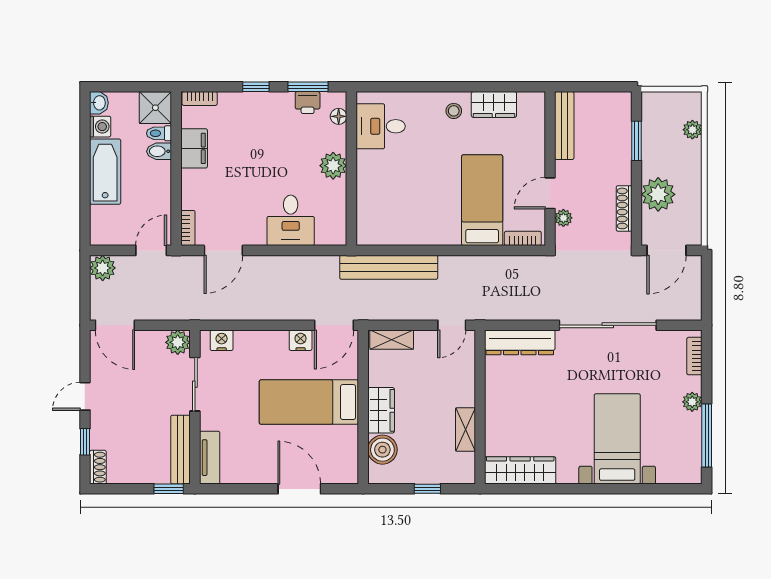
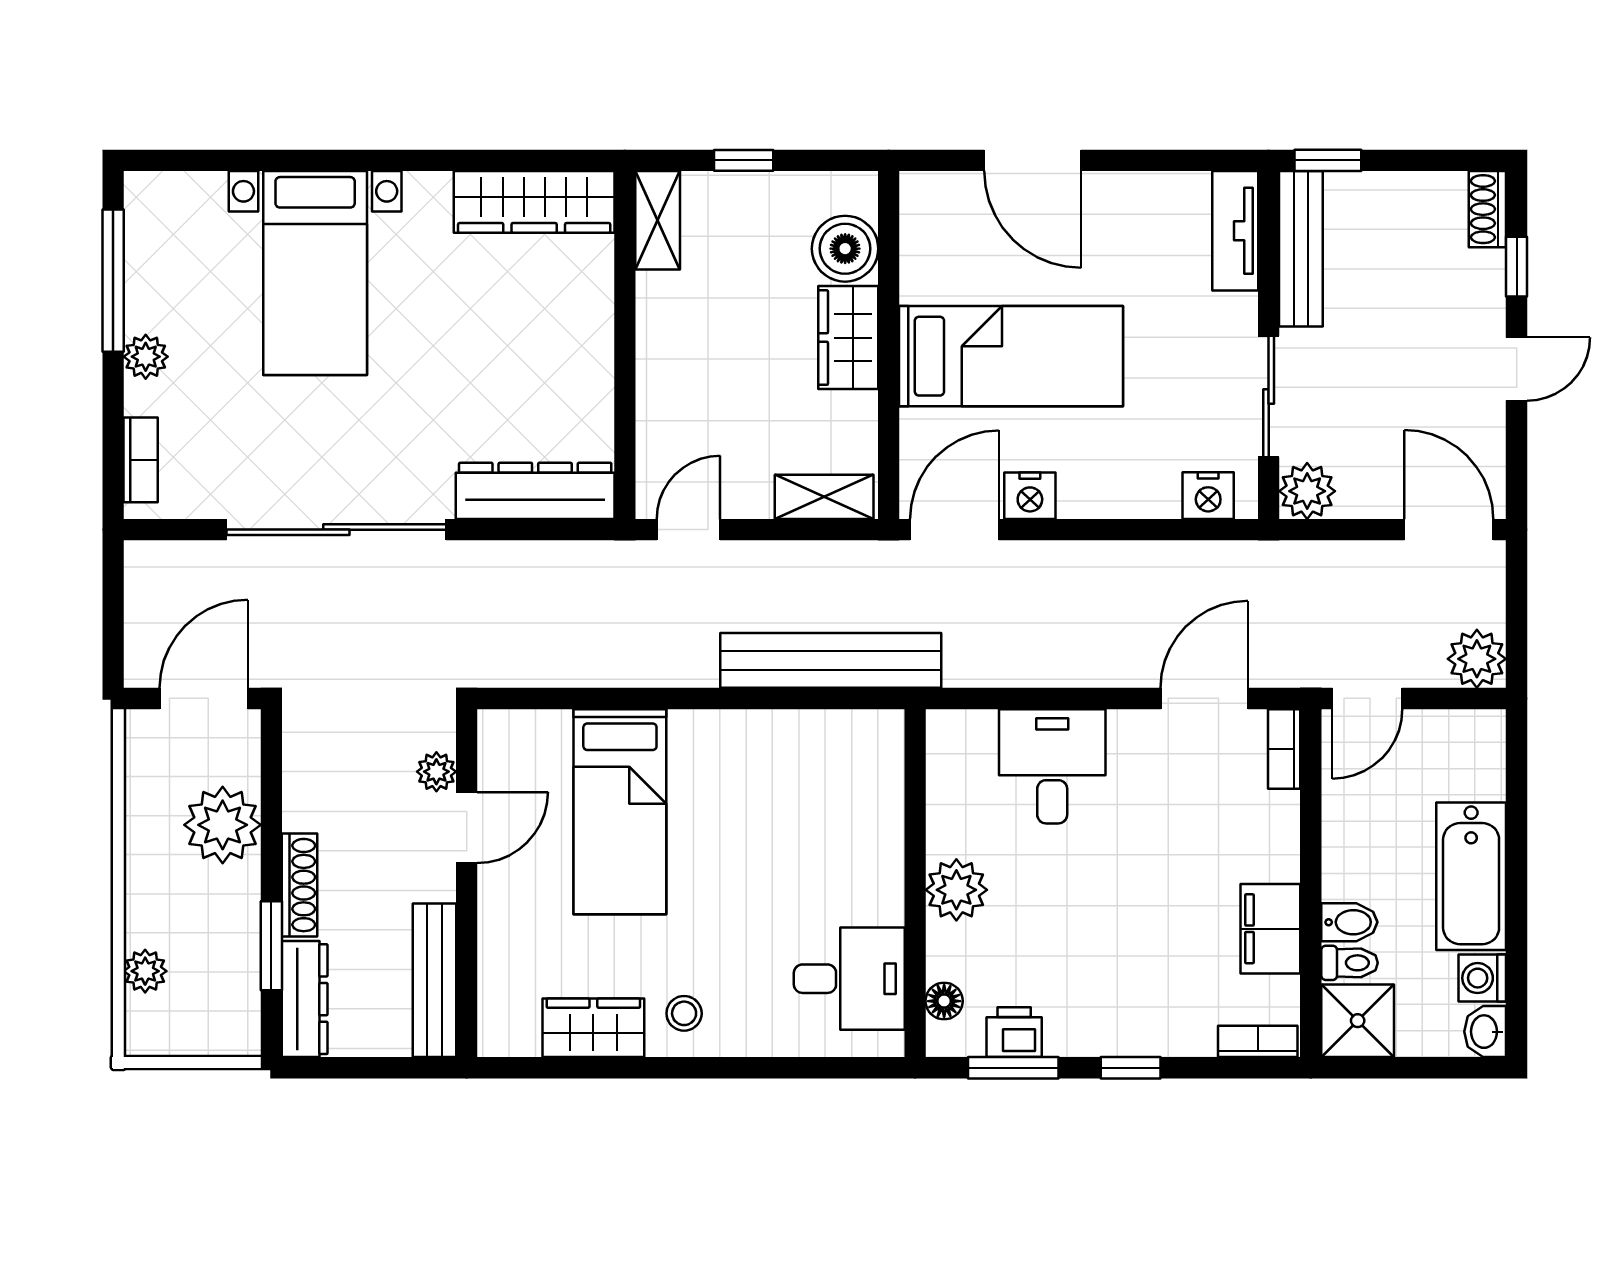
dresser: (622, 117) -> (305, 999), added
shoe rack: (624, 208) -> (300, 885), moved
bookcase: (523, 238) -> (528, 726), removed
shelving: (465, 429) -> (658, 220), moved

